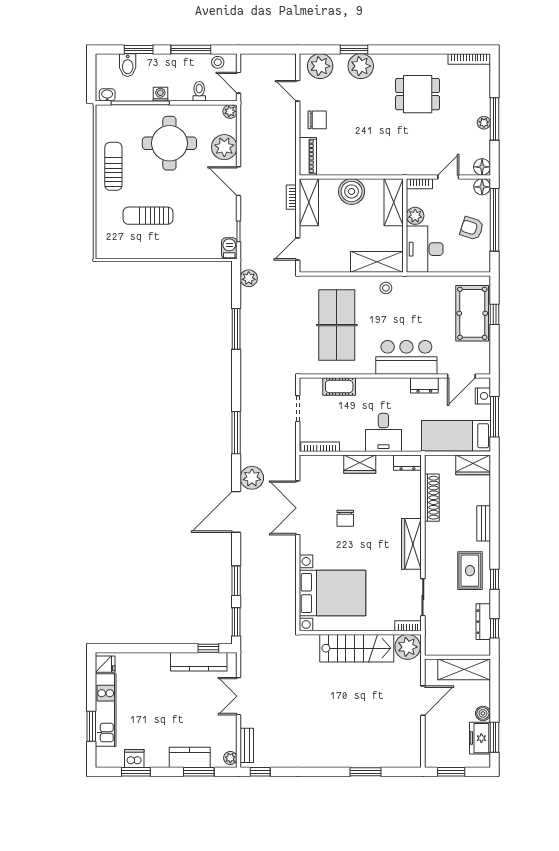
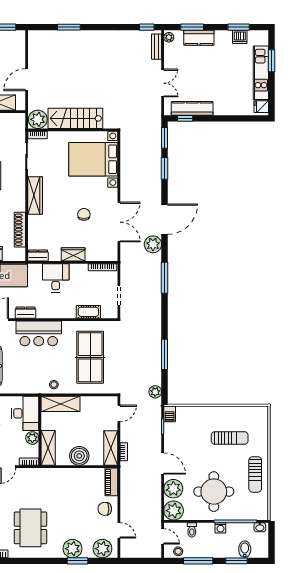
dining table: (418, 94) -> (30, 528), width x1.38
plant: (230, 111) -> (174, 511), width x1.88, depth x1.88

